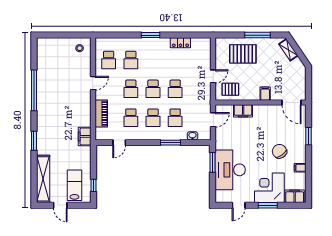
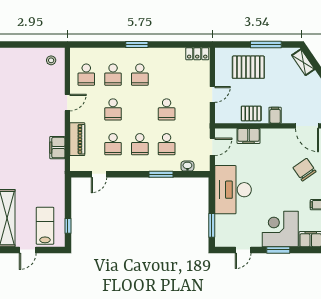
locker: (180, 43) -> (197, 54), moved
school desk: (153, 89) -> (140, 75), moved
pallet: (230, 89) -> (251, 113), moved
filing cabinet: (85, 136) -> (57, 148), moved
chair: (279, 151) -> (305, 170), moved
window: (213, 162) -> (212, 225), moved
desk: (230, 170) -> (233, 190), moved
door: (60, 205) -> (28, 250), hinge flipped

